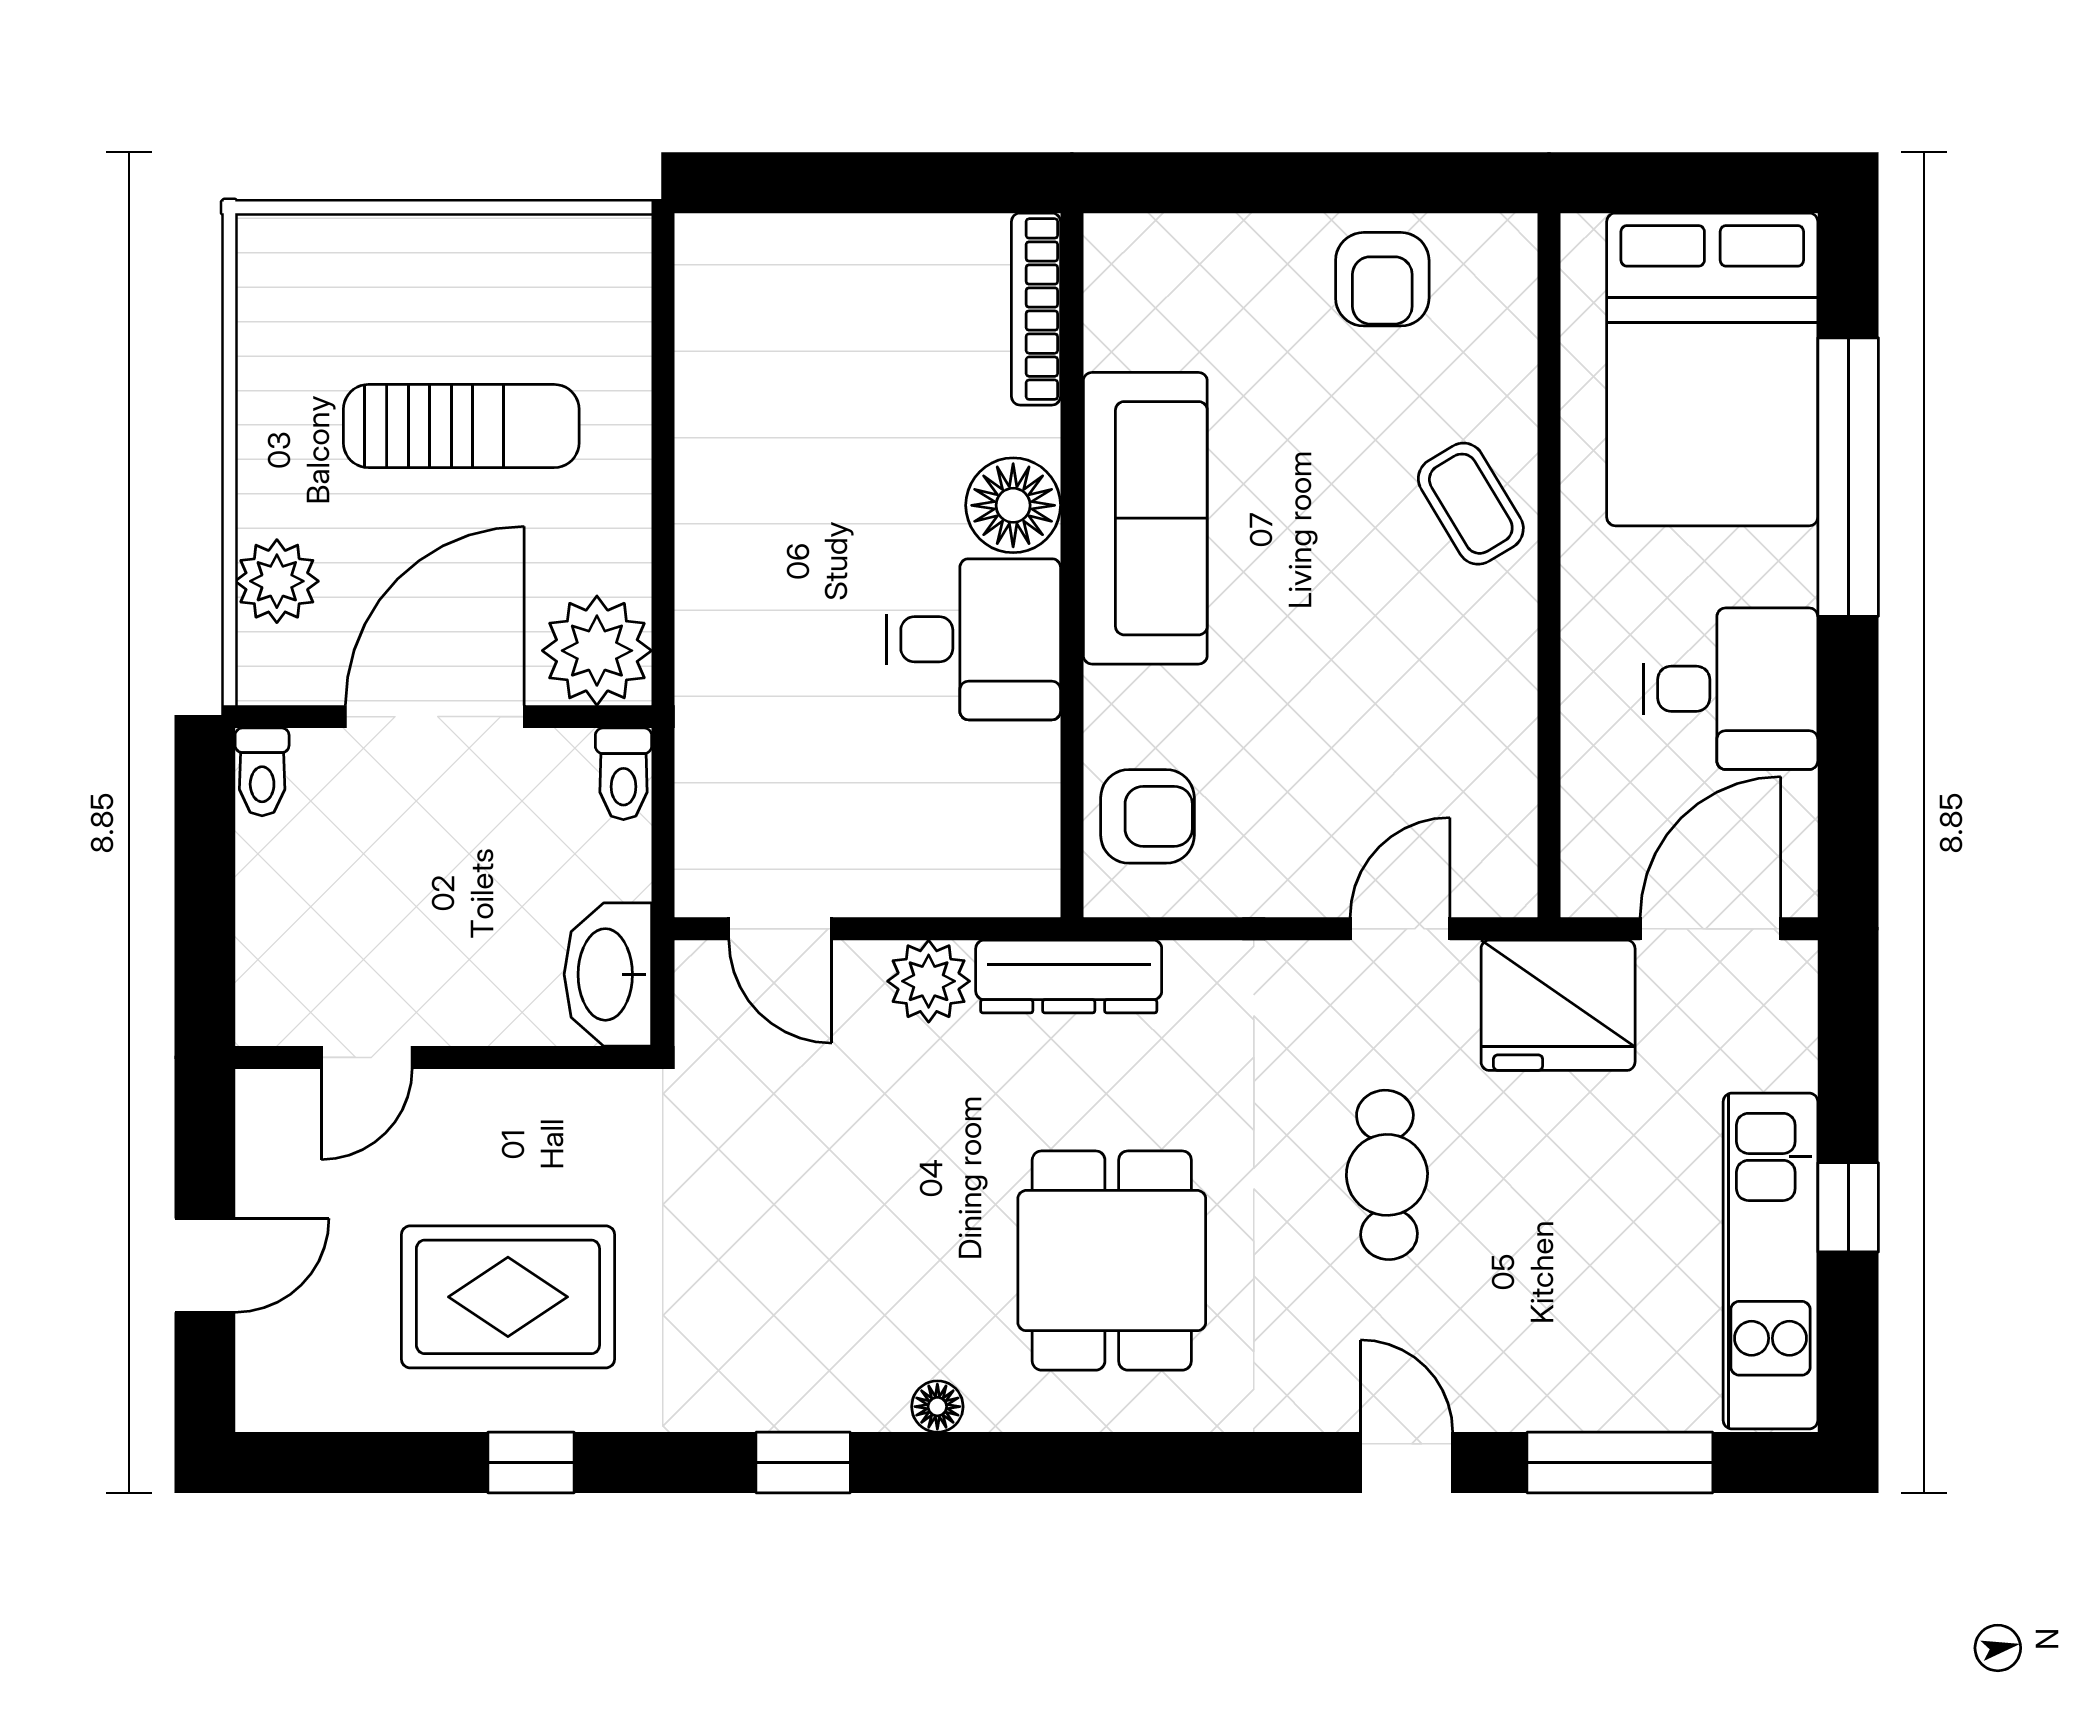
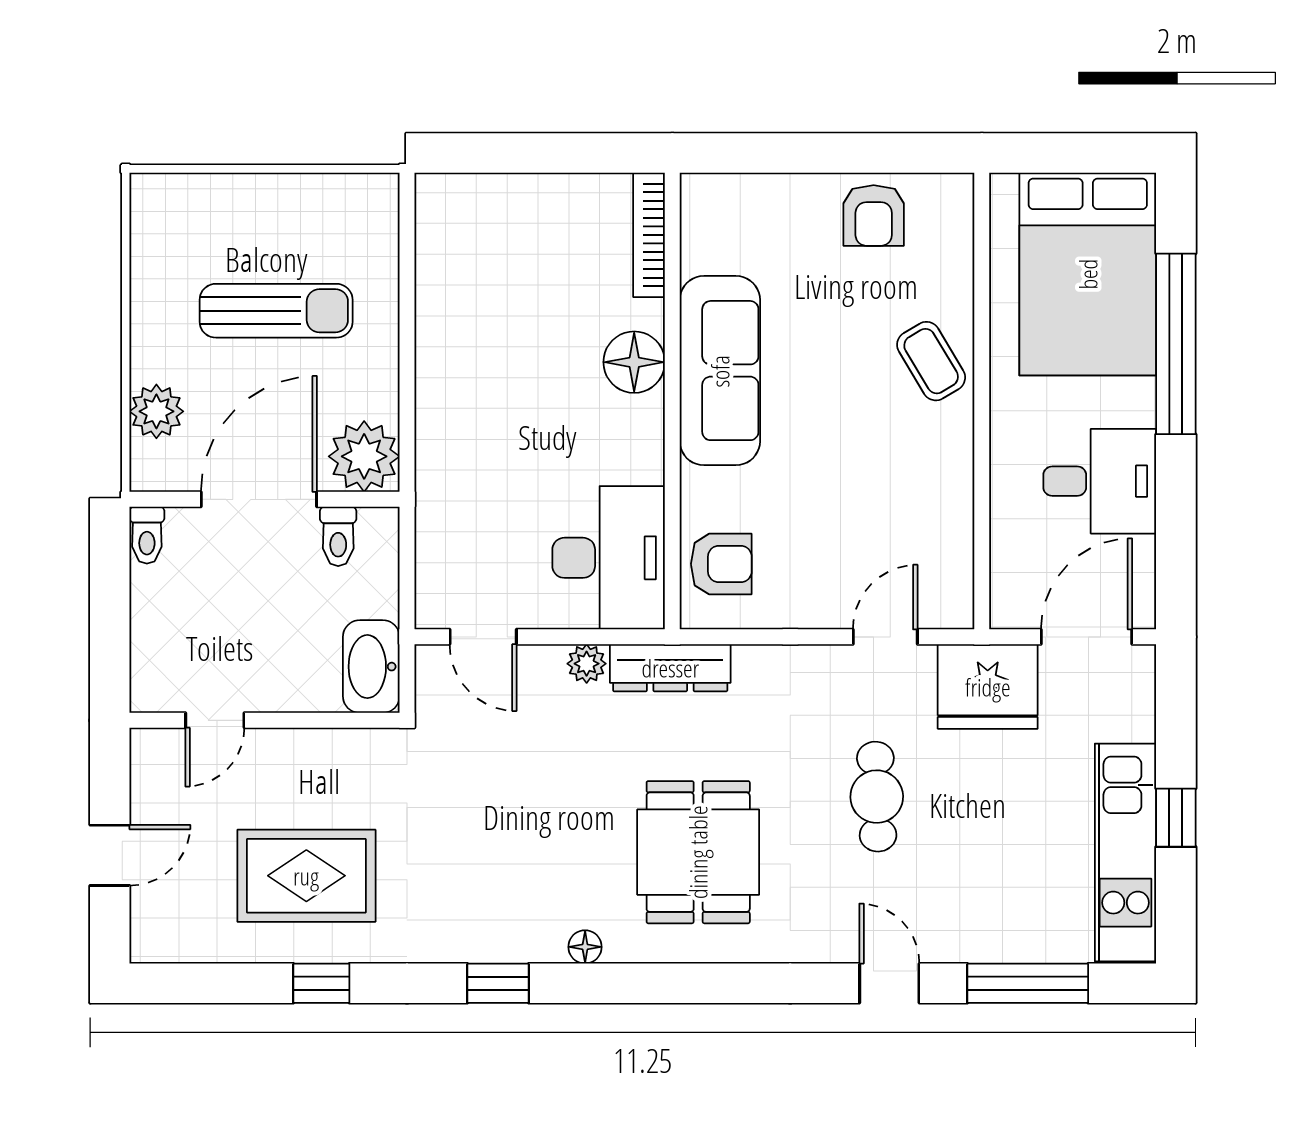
desk: (974, 639) -> (609, 558), moved, width x1.37
toilet: (623, 774) -> (338, 536), moved
plant: (929, 981) -> (587, 664), width x0.73, depth x0.73

